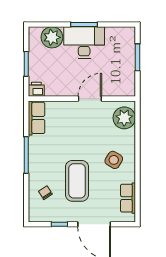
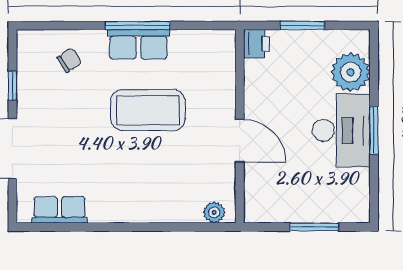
row of seats: (37, 118) -> (138, 44), moved
plant: (124, 118) -> (214, 212), width x0.53, depth x0.53
side table: (114, 160) -> (129, 184), removed
coffee table: (77, 181) -> (148, 110), moved

